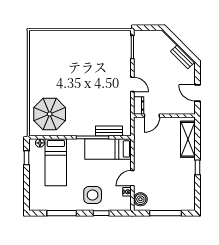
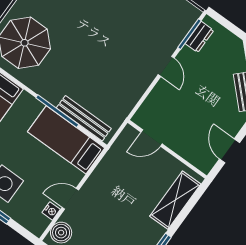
door: (132, 84) -> (166, 66), moved
dresser: (139, 106) -> (199, 37), moved
bench: (109, 131) -> (84, 118), width x1.36

